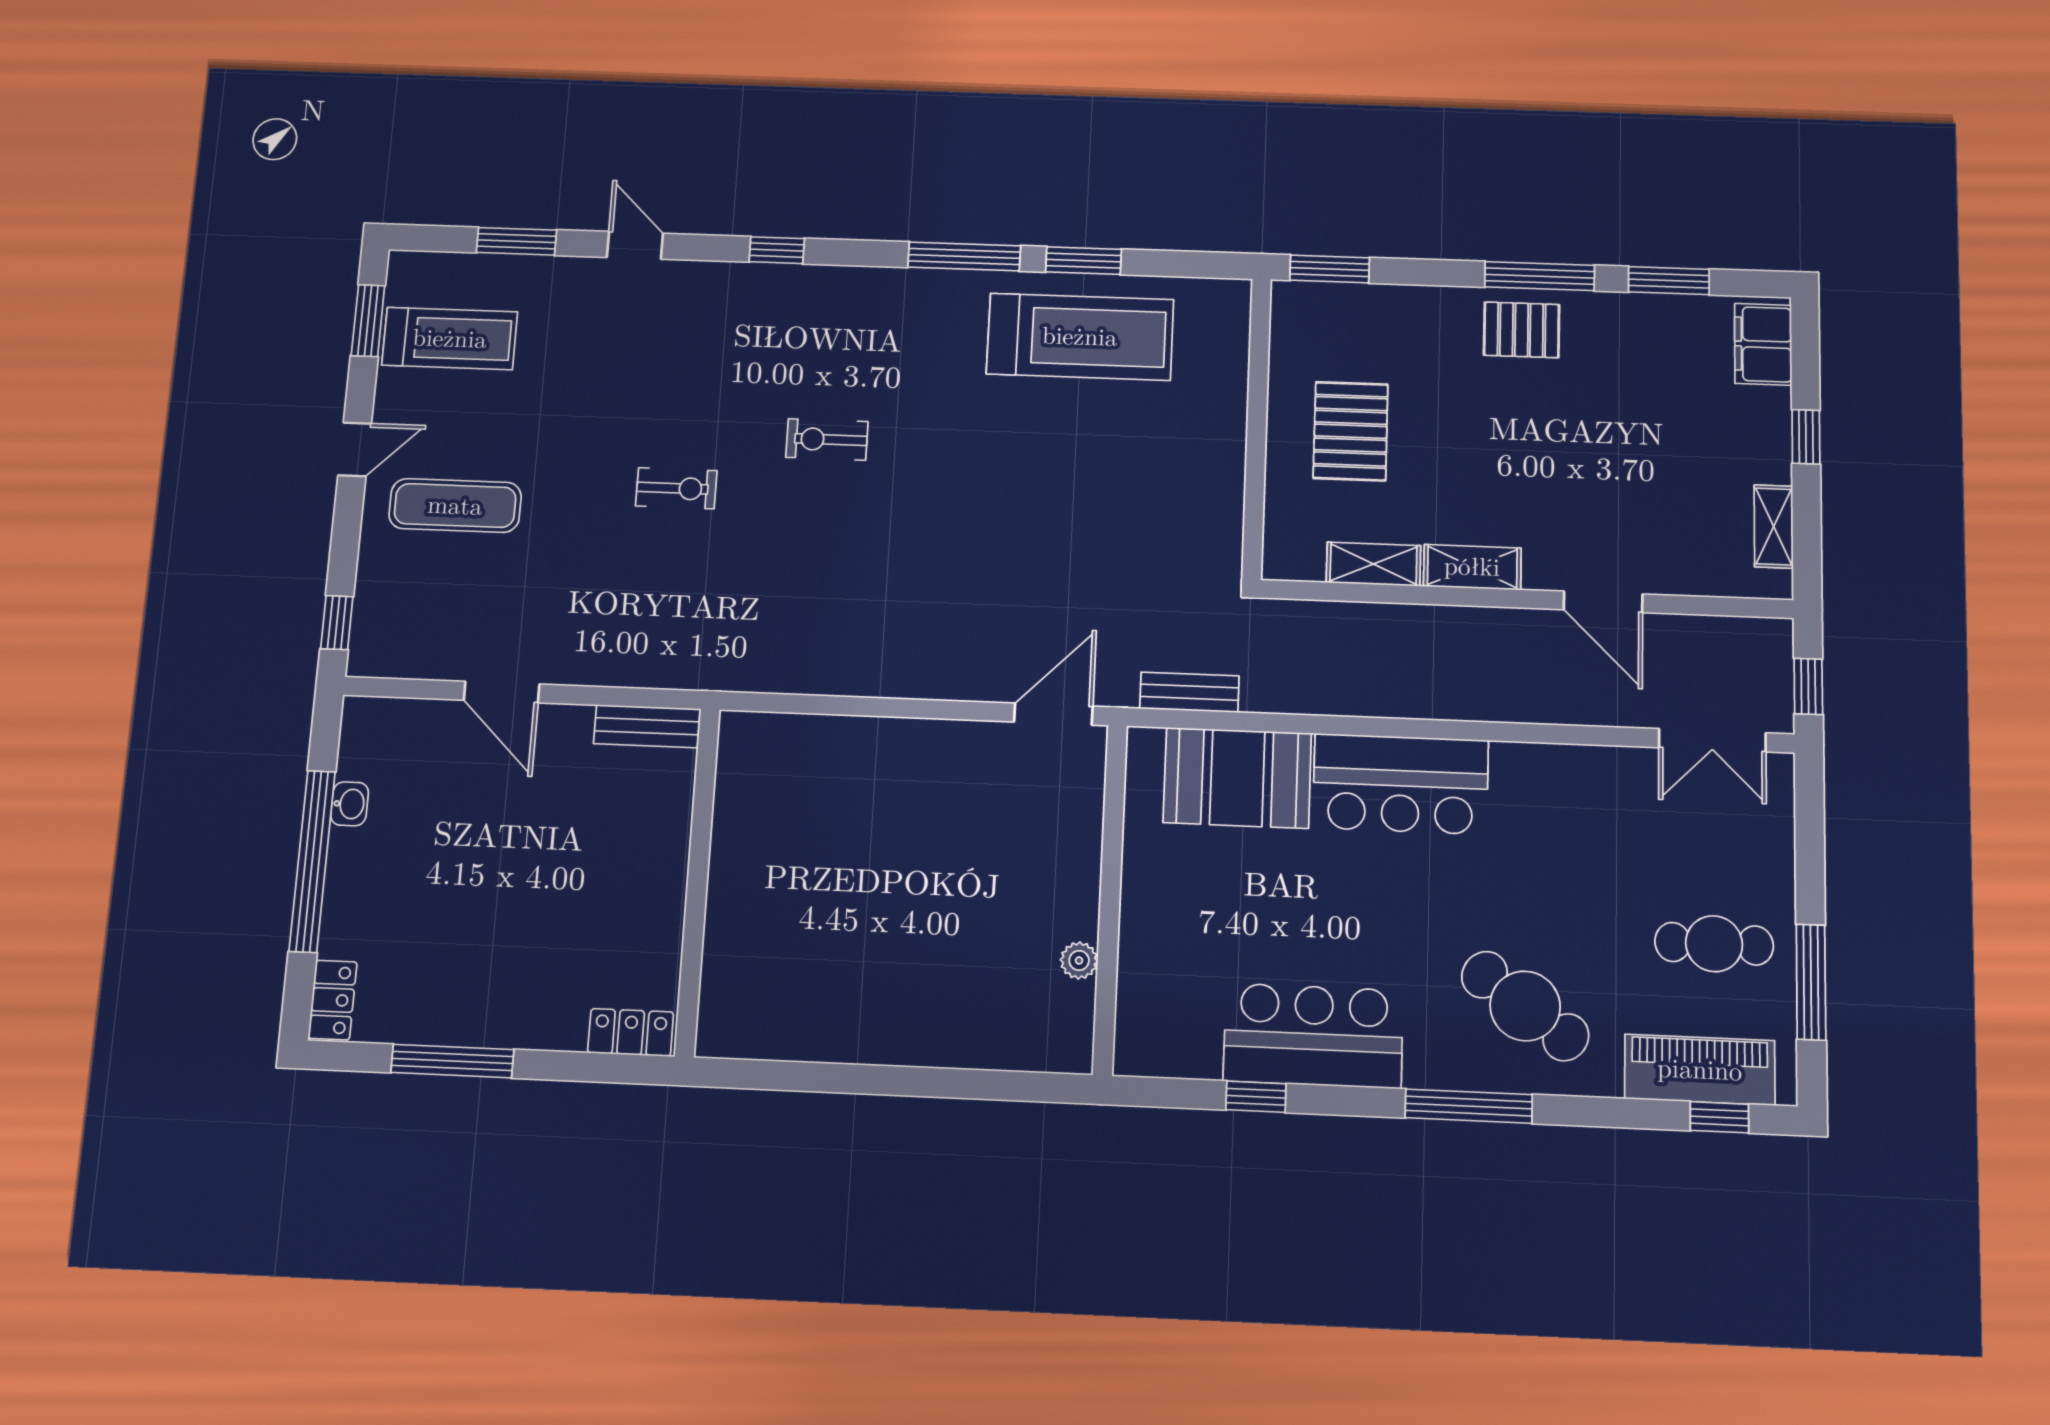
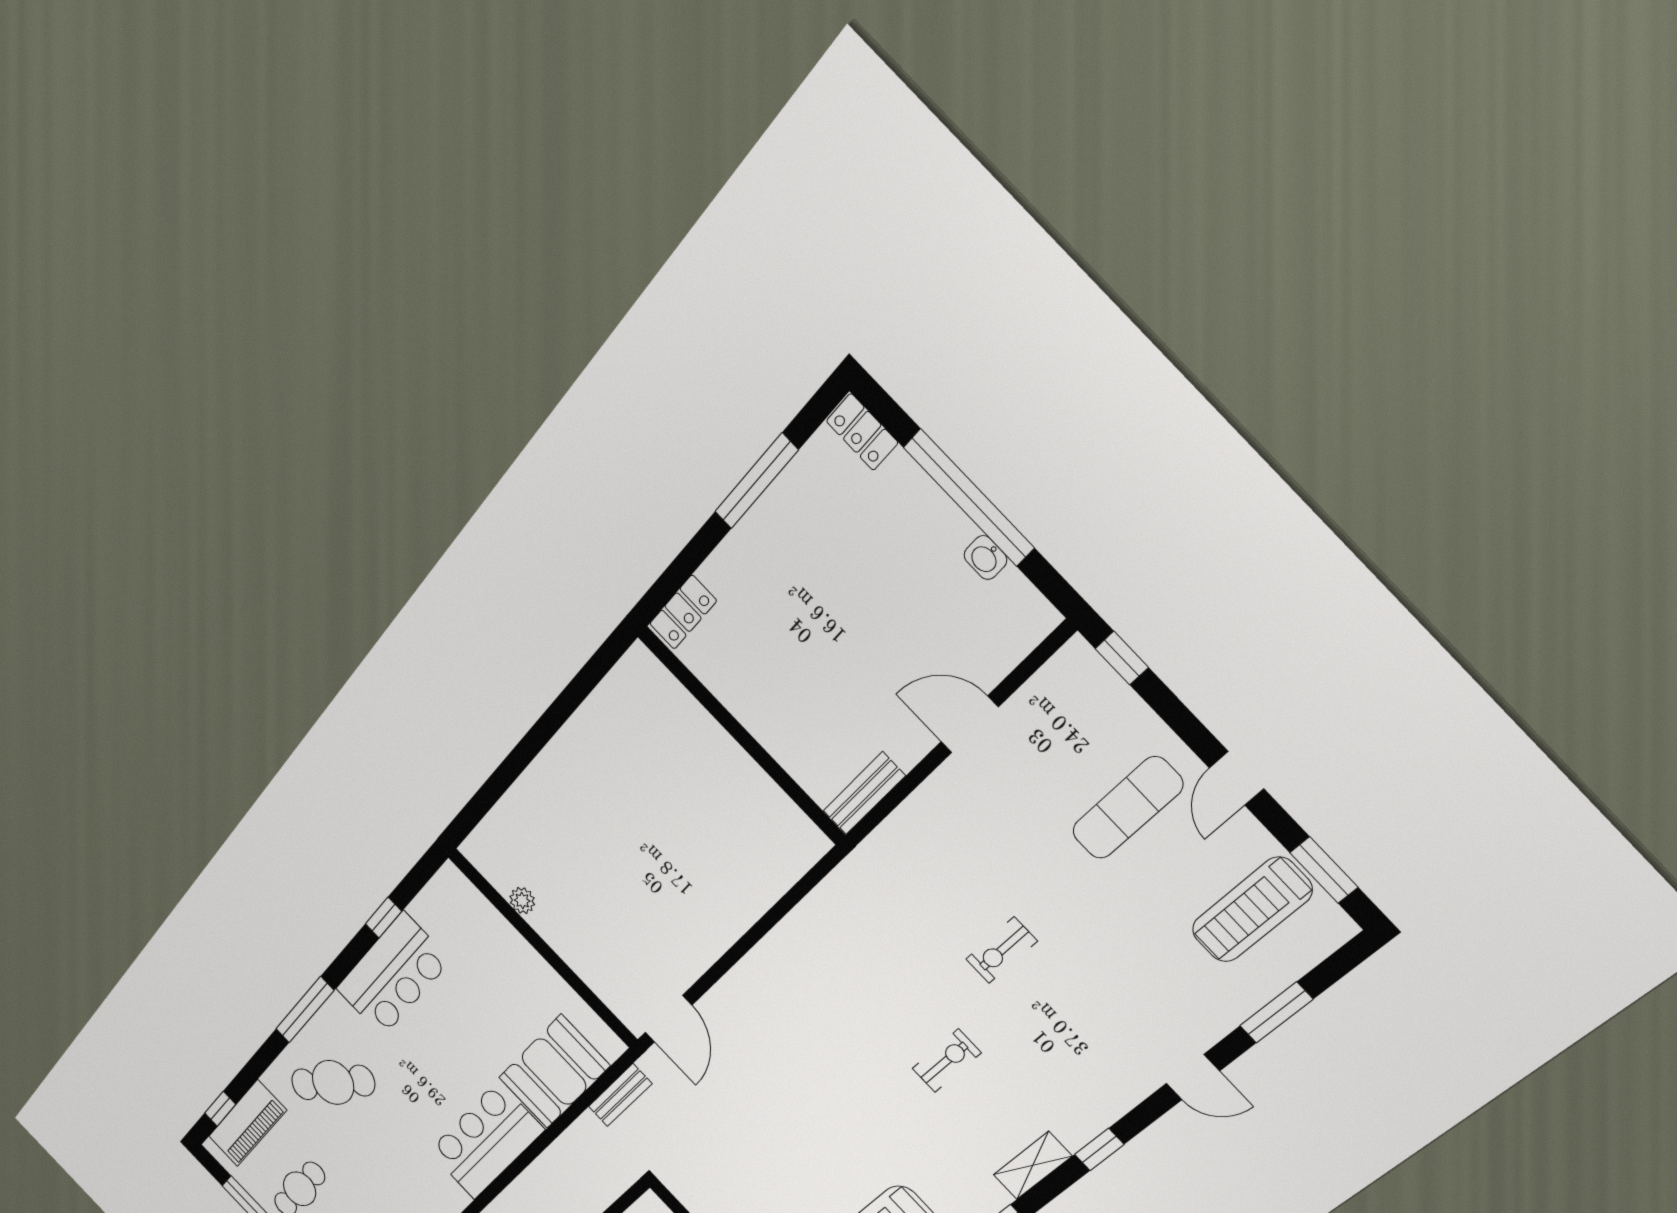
shelving: (850, 285) -> (1033, 1165), added

